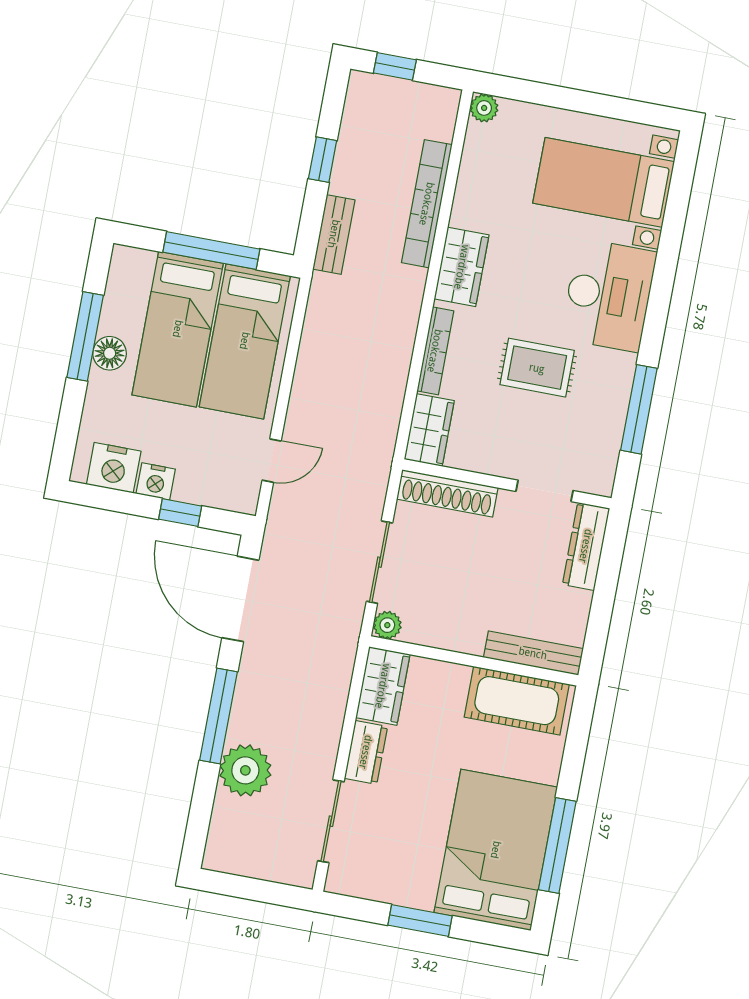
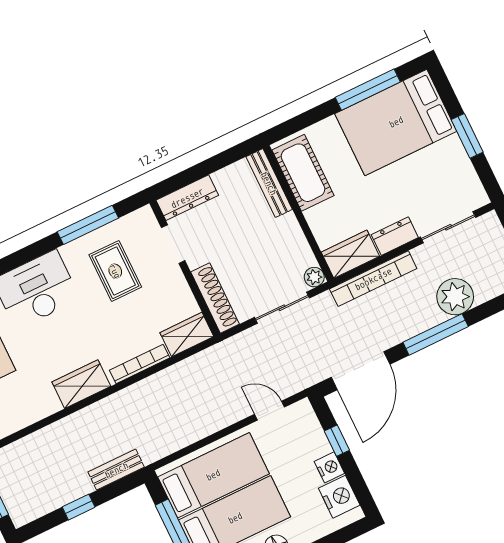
bookcase: (427, 204) -> (373, 279), moved
rug: (537, 368) -> (115, 271), moved

